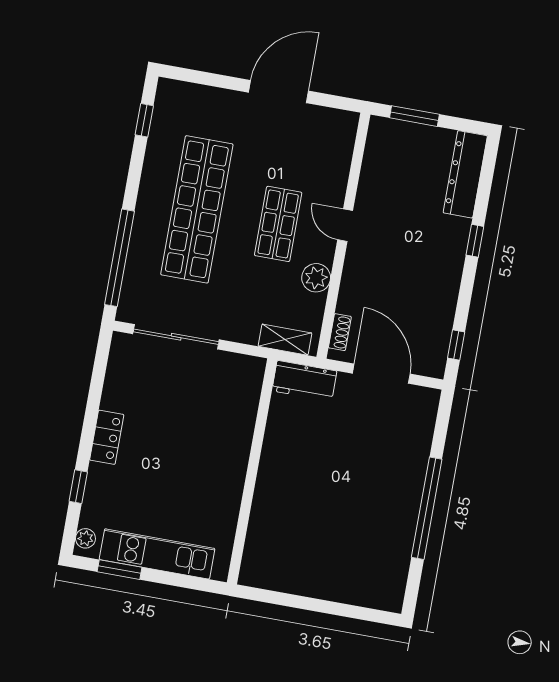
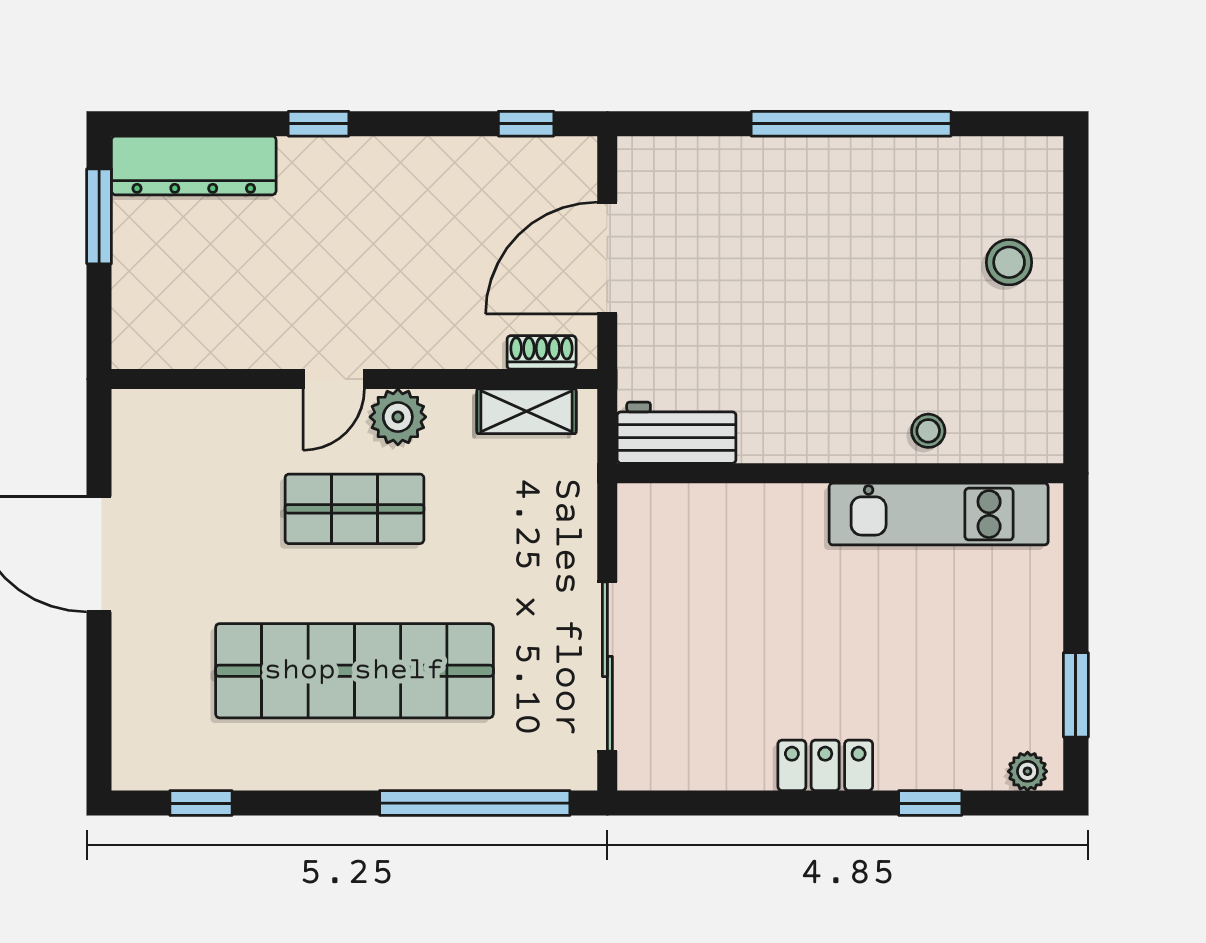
window: (414, 116) -> (99, 216), moved
plant: (316, 278) -> (398, 417), moved
shelving: (285, 340) -> (527, 411), moved, turned 90
workbench: (304, 381) -> (677, 433), moved, turned -90
stool: (265, 519) -> (928, 431), added
kitchen unit: (157, 554) -> (939, 514), moved, turned -90
stool: (343, 575) -> (1009, 262), added

